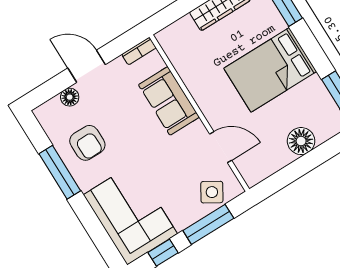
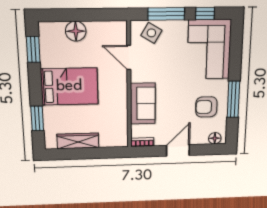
door: (87, 66) -> (178, 150), swing flipped
floor lamp: (70, 97) -> (215, 138), moved
armchair: (87, 143) -> (206, 107), turned -90

